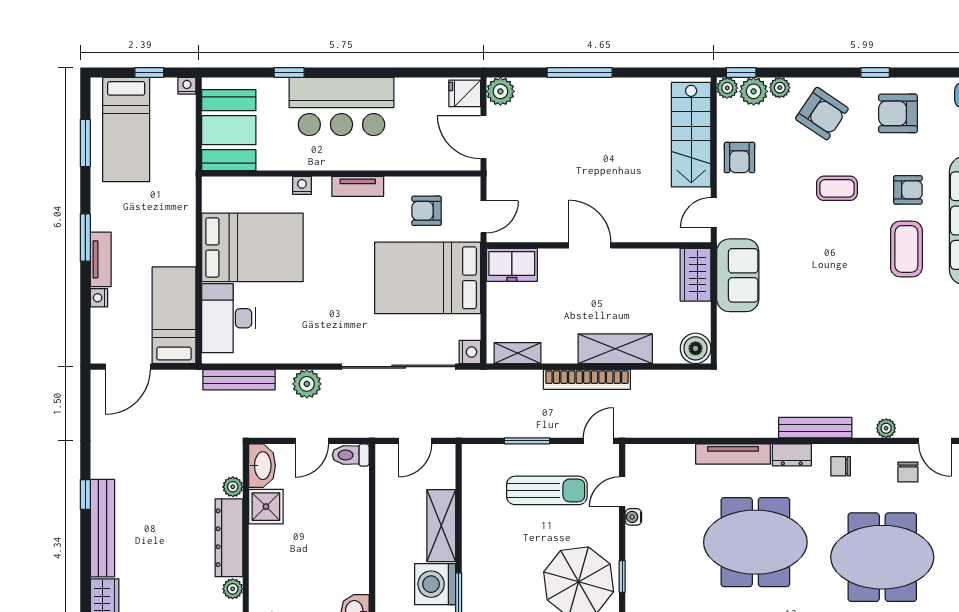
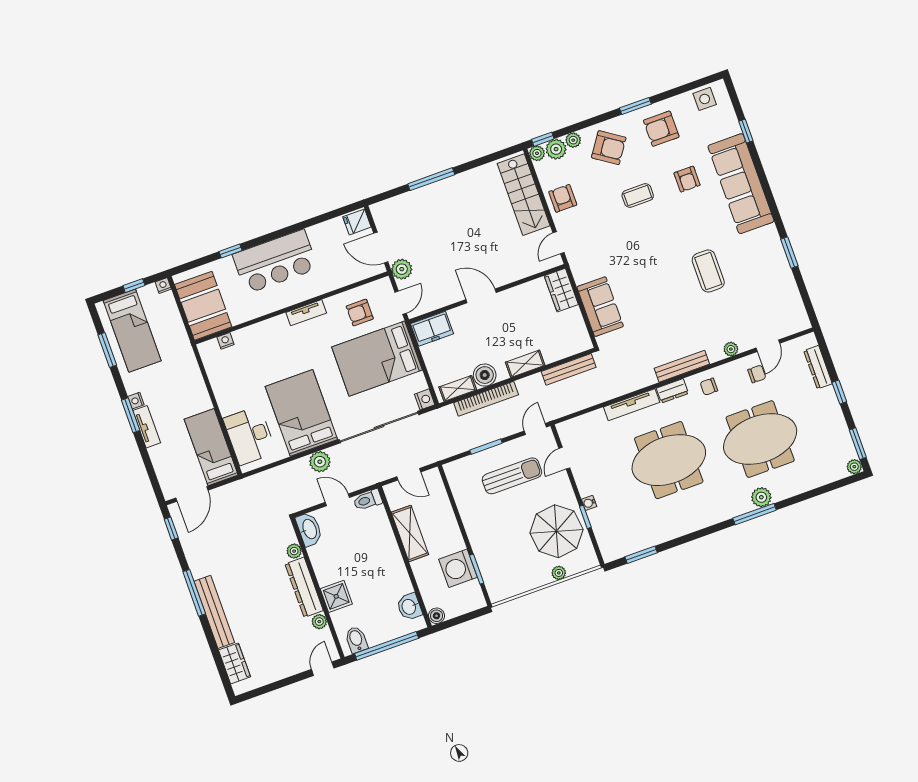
window: (875, 72) -> (635, 106), width x1.50
plant: (500, 91) -> (402, 269), moved
armchair: (739, 158) -> (563, 198), turned 180
nightstand: (302, 185) -> (225, 341), moved
armchair: (908, 190) -> (687, 179), turned 90
bed: (252, 247) -> (301, 413), moved, turned -90
coffee table: (906, 249) -> (708, 271), moved
sofa: (738, 275) -> (600, 307), moved
nightstand: (99, 298) -> (136, 401), moved
boiler: (696, 348) -> (485, 375), moved
shelving: (615, 349) -> (525, 364), width x0.67, depth x0.75
bookcase: (587, 379) -> (486, 399), moved
bench: (239, 380) -> (569, 369), moved
window: (85, 401) -> (171, 529), added
door: (312, 441) -> (337, 500), swing flipped
door: (415, 441) -> (409, 474), hinge flipped
door: (935, 441) -> (768, 346), hinge flipped
chair: (908, 472) -> (757, 374), turned -90
window: (85, 494) -> (194, 593), width x2.17
shower: (266, 507) -> (336, 596), moved
water cooler: (633, 517) -> (589, 503), moved
shelving: (441, 526) -> (410, 533), moved

